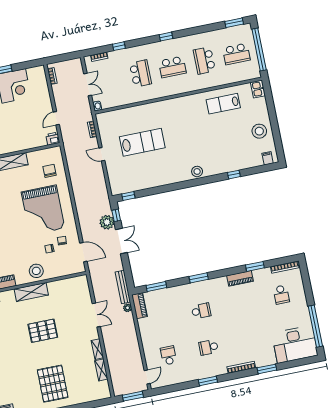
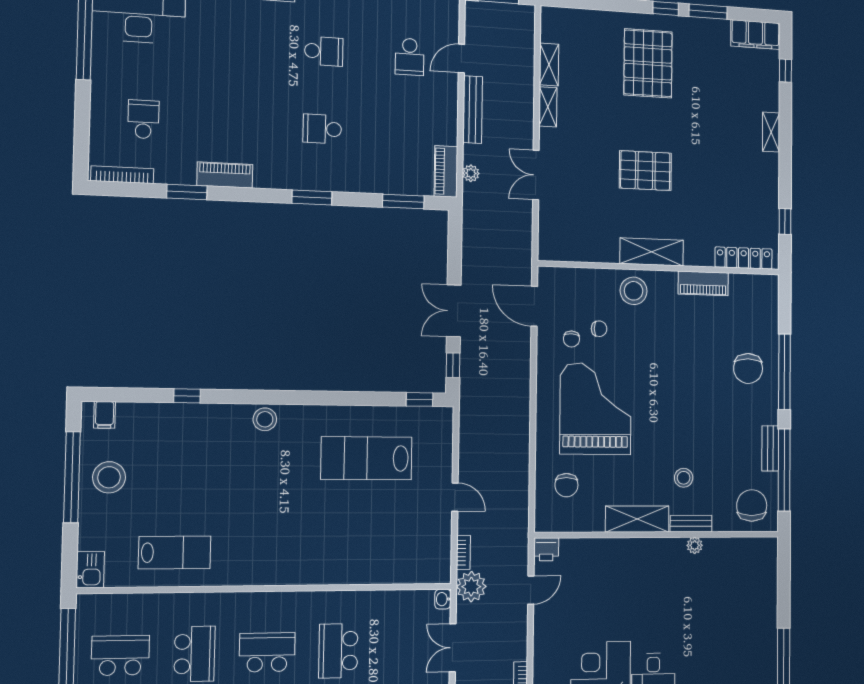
window: (275, 128) -> (72, 477), added
lab bench: (142, 142) -> (366, 458), moved
plant: (107, 222) -> (471, 587), moved
bench: (123, 287) -> (473, 110), moved
door: (147, 377) -> (461, 58), moved

